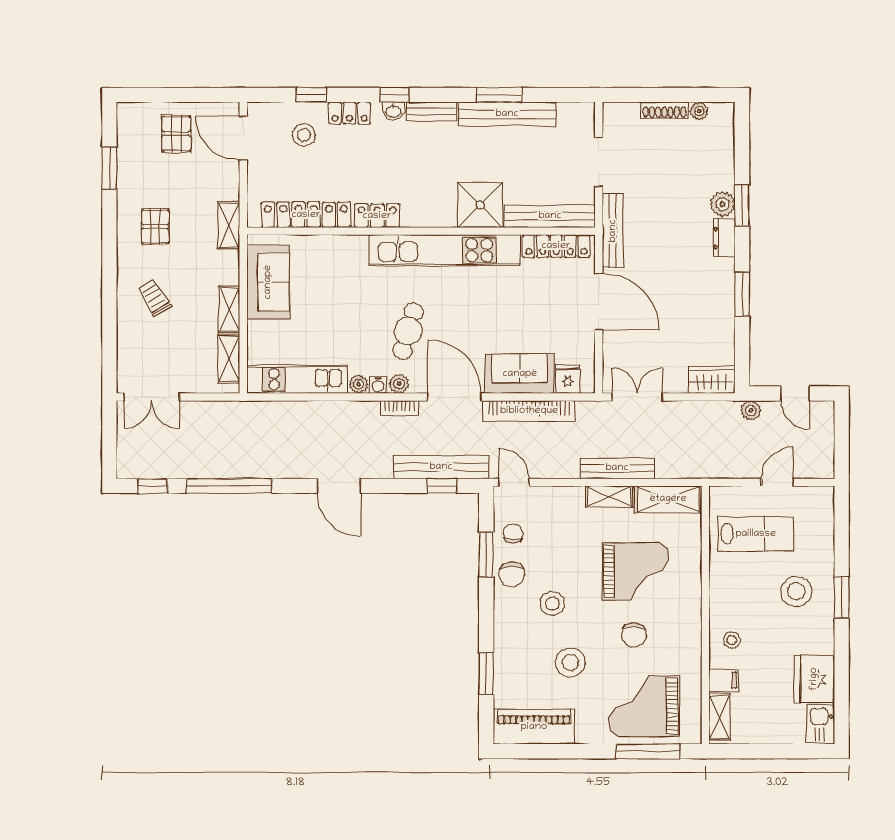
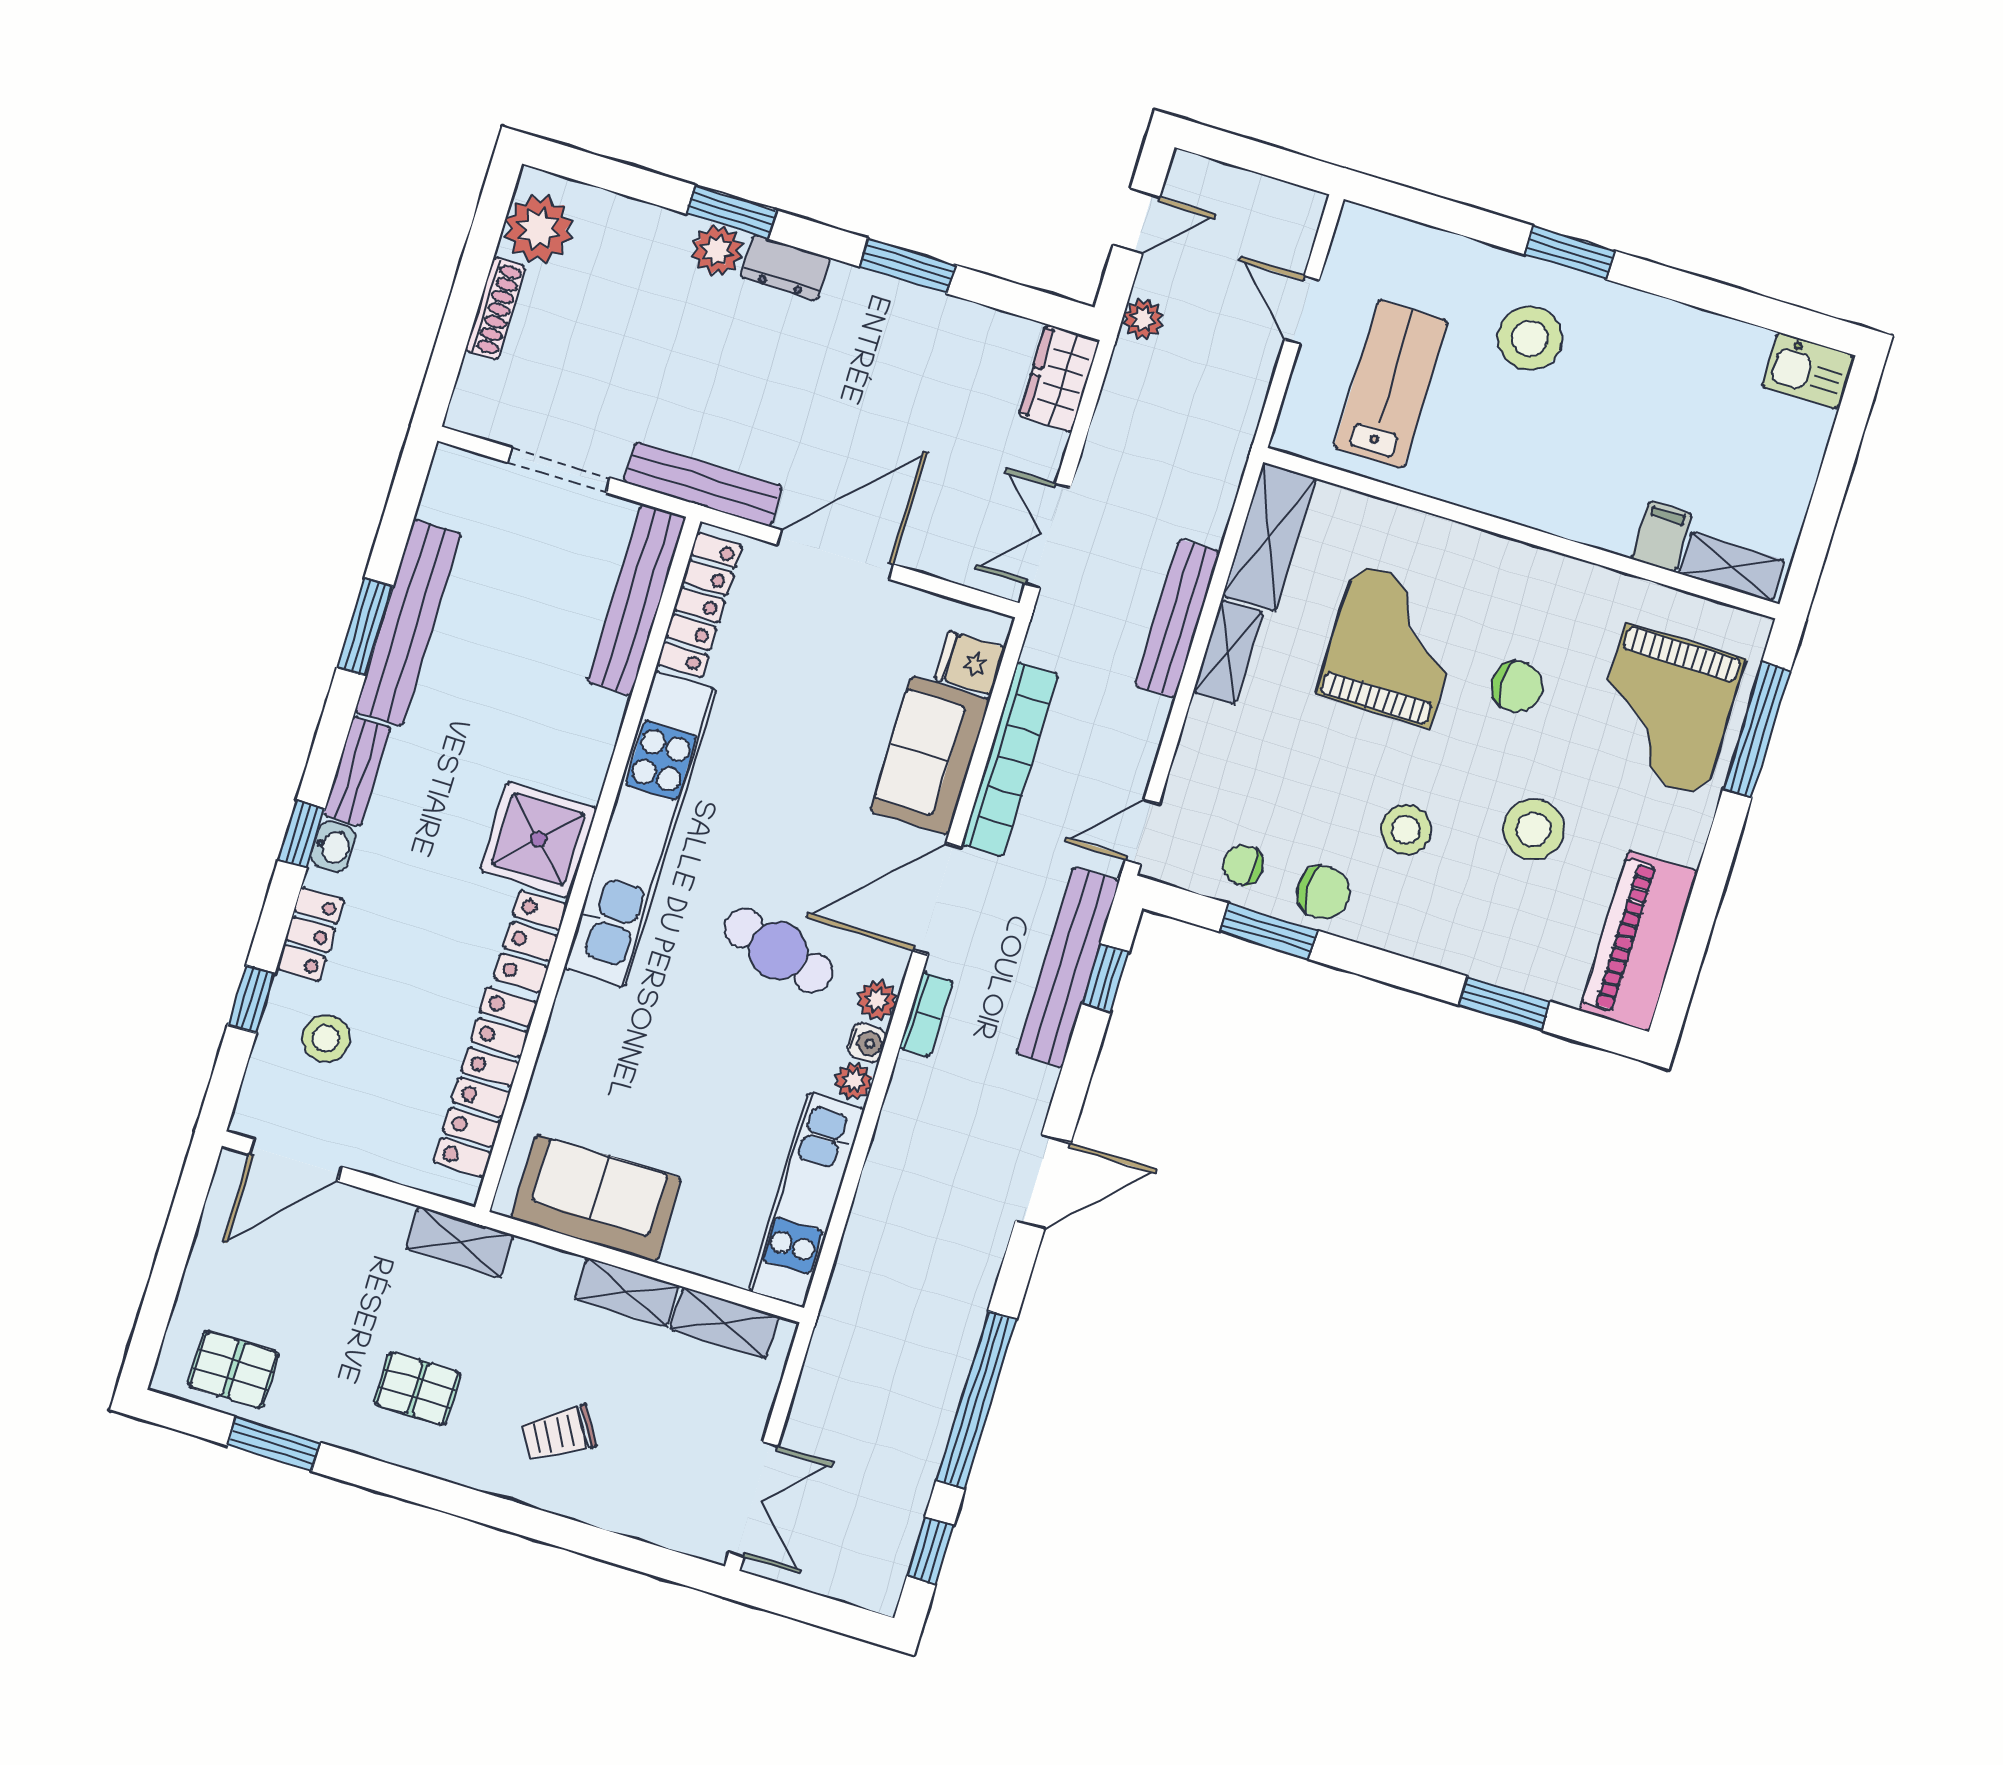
plant: (699, 111) -> (539, 229), width x1.88, depth x1.88
pallet: (176, 133) -> (233, 1369), moved
shower: (480, 205) -> (538, 839), moved
stool: (732, 640) -> (1587, 496), removed
fridge: (814, 679) -> (1715, 356), removed

